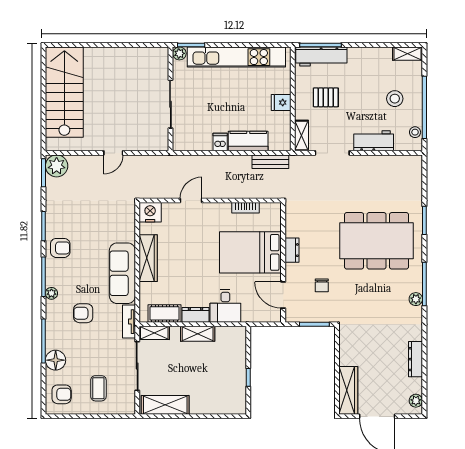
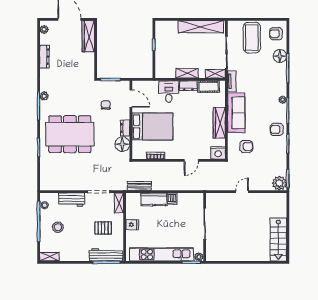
stairs: (64, 92) -> (278, 239), width x0.73, depth x0.66
floor lamp: (296, 225) -> (122, 144), added
armchair: (83, 313) -> (246, 146), moved
coffee table: (98, 388) -> (252, 38), width x1.86, depth x1.72
shelving: (165, 405) -> (201, 27), width x1.47

